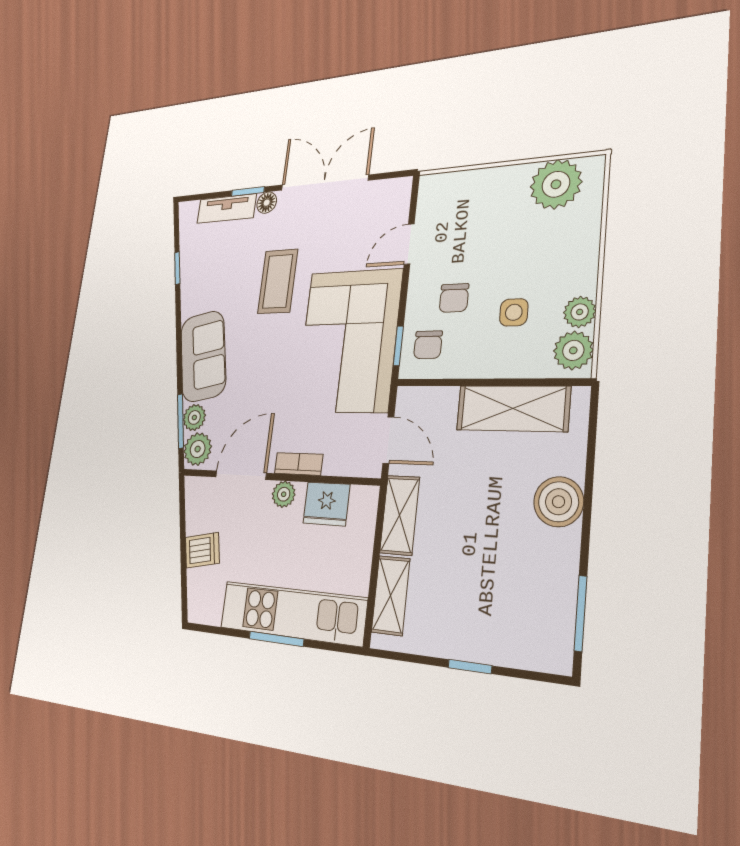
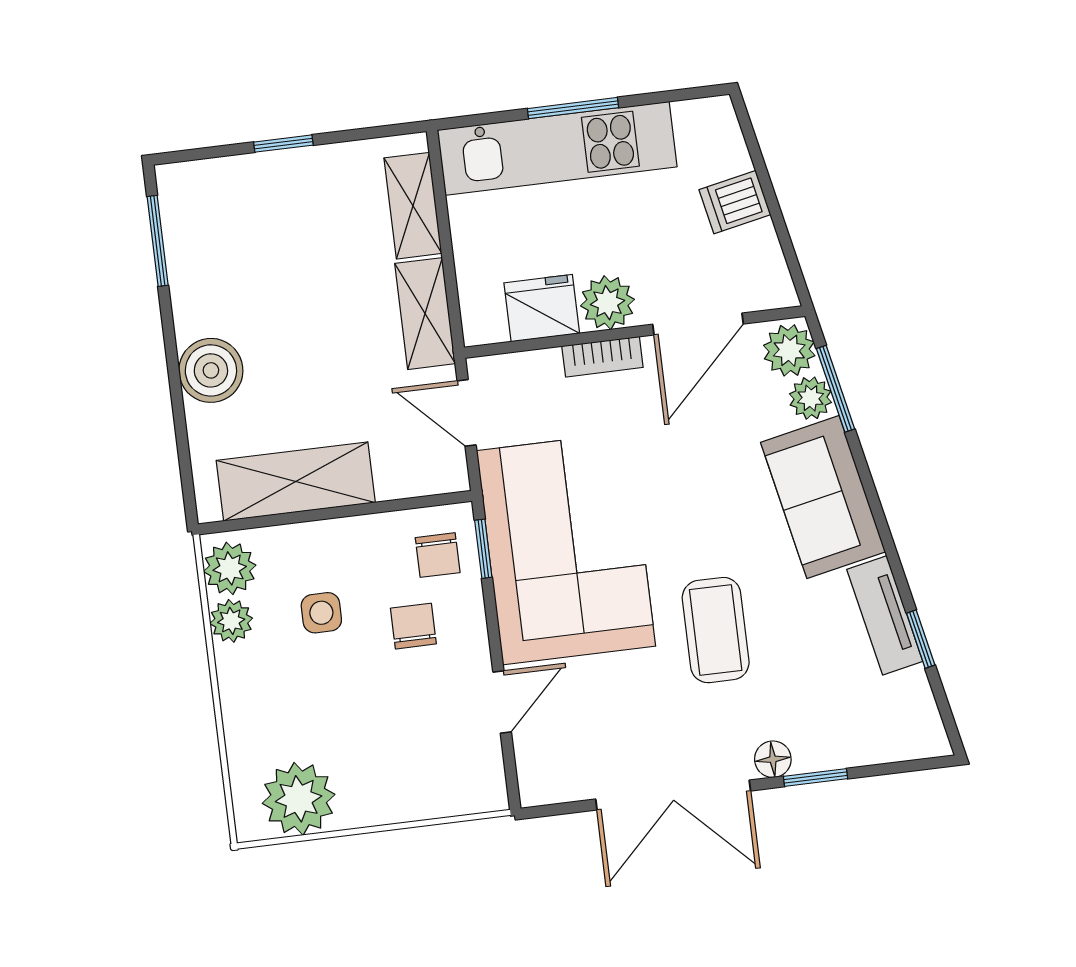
tv unit: (226, 209) -> (885, 615), moved, turned -102
chair: (428, 345) -> (438, 555), turned 180
plant: (284, 494) -> (607, 303), width x1.38, depth x1.38

